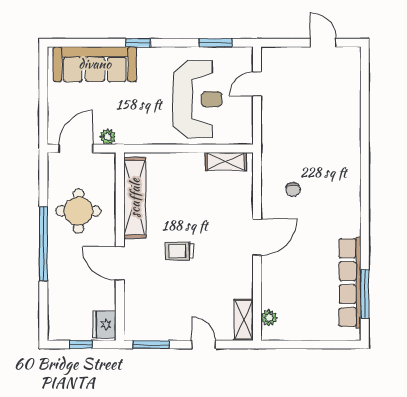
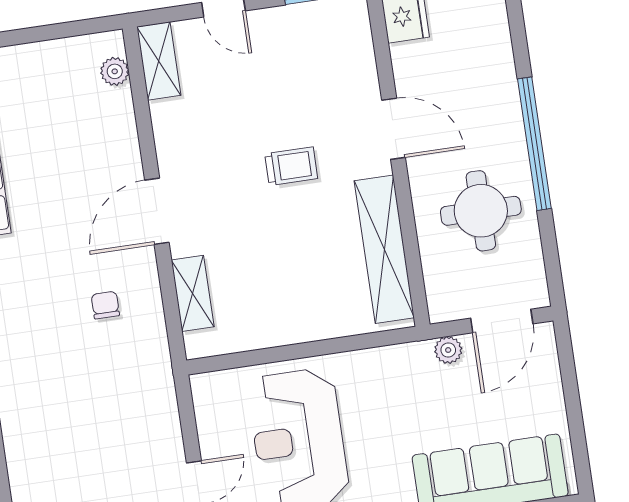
shelving: (226, 162) -> (193, 293), moved, turned 90

